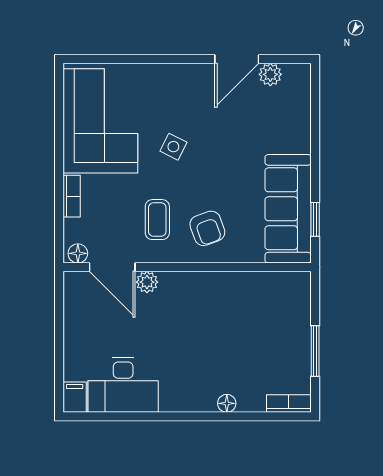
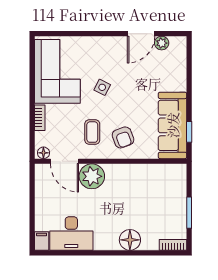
plant: (147, 282) -> (92, 176), width x1.88, depth x1.88
floor lamp: (227, 403) -> (130, 240), width x1.89, depth x1.89

